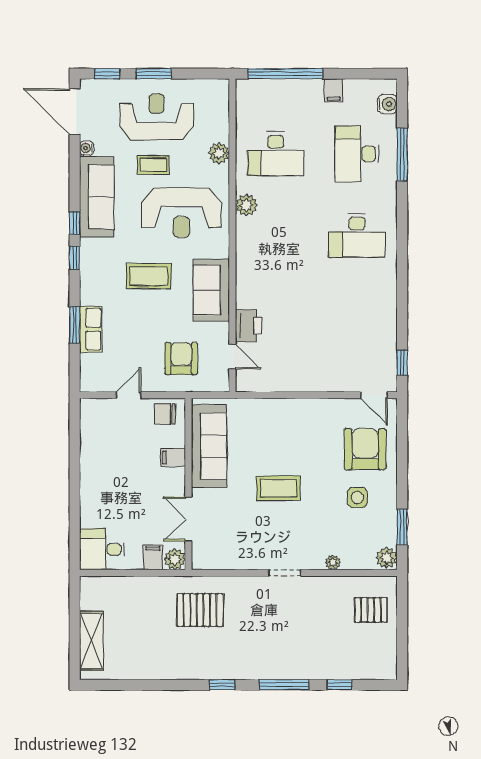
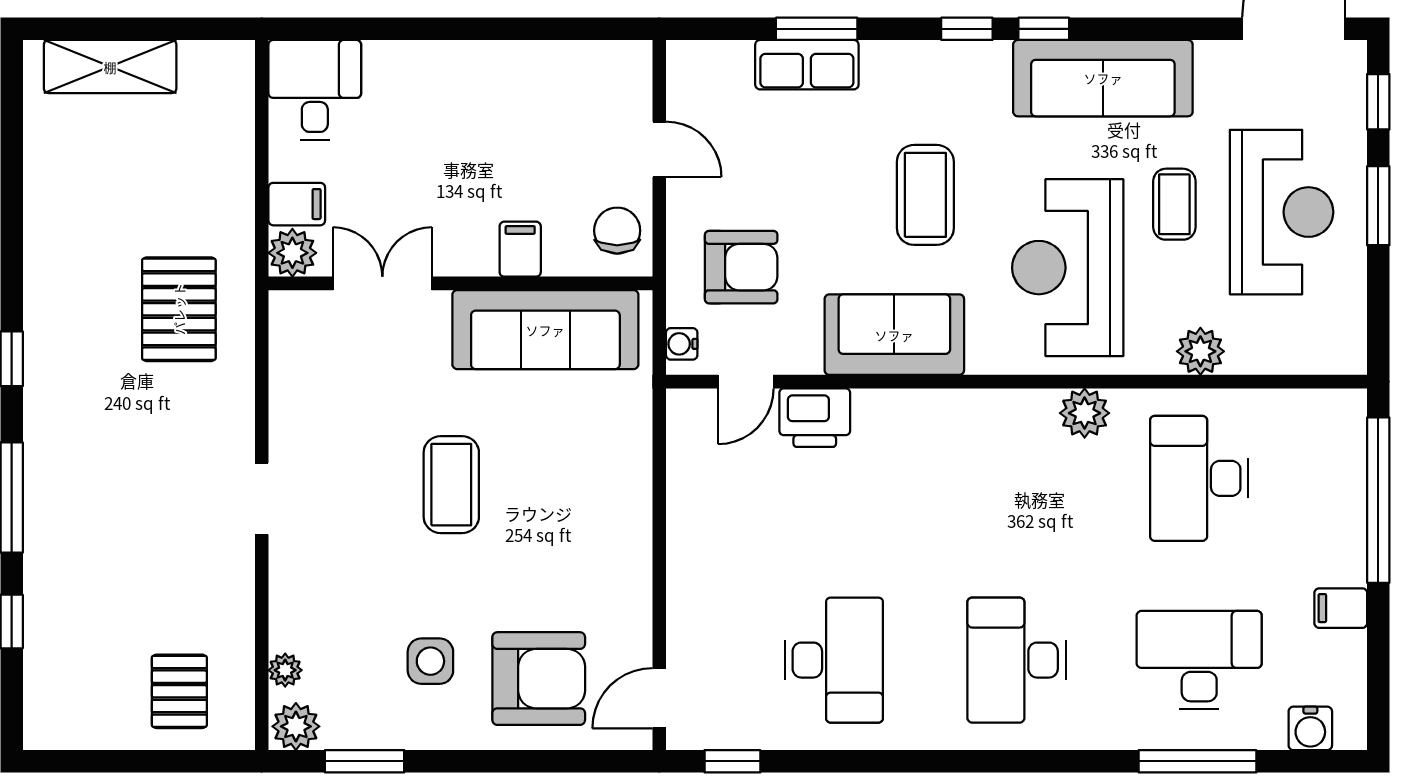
water cooler: (87, 148) -> (682, 344), moved, turned -90
desk: (357, 317) -> (834, 660), added
plant: (333, 563) -> (285, 670), moved

